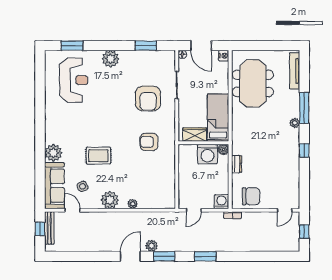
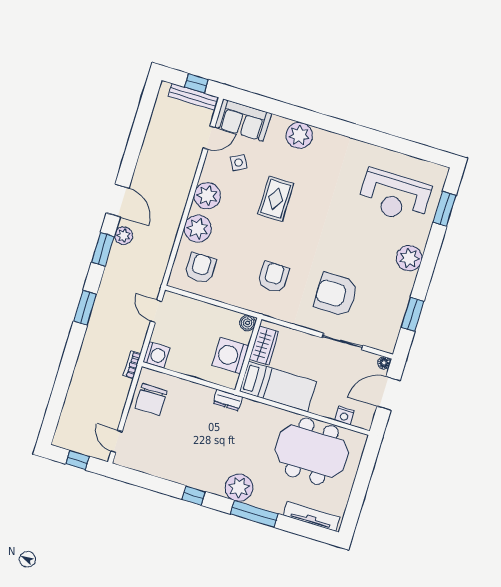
nightstand: (224, 56) -> (344, 415), moved
plant: (295, 123) -> (239, 488), width x1.87, depth x1.87
boiler: (224, 149) -> (248, 323), moved
dresser: (237, 164) -> (228, 400), moved
sofa: (54, 186) -> (243, 120), width x0.73
armchair: (157, 190) -> (201, 268), added
plant: (133, 204) -> (198, 229), width x1.87, depth x1.87

